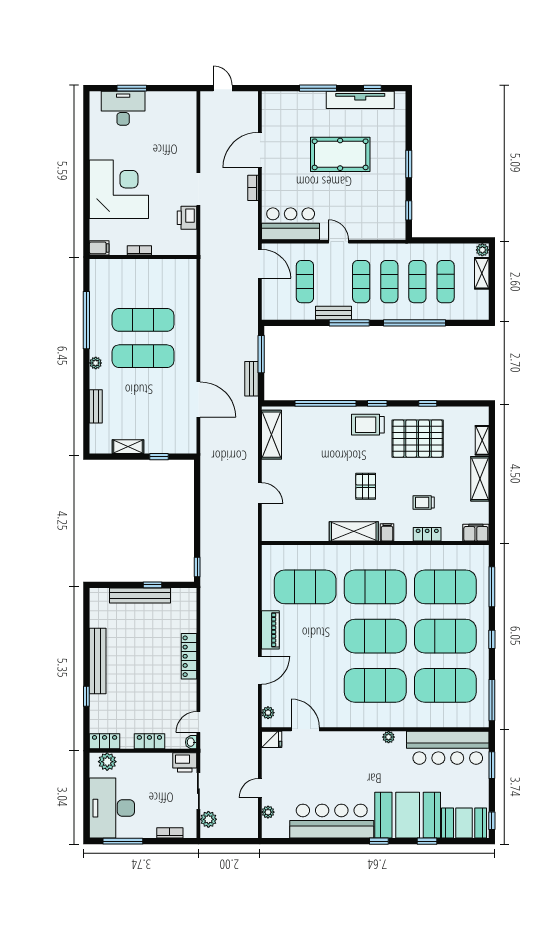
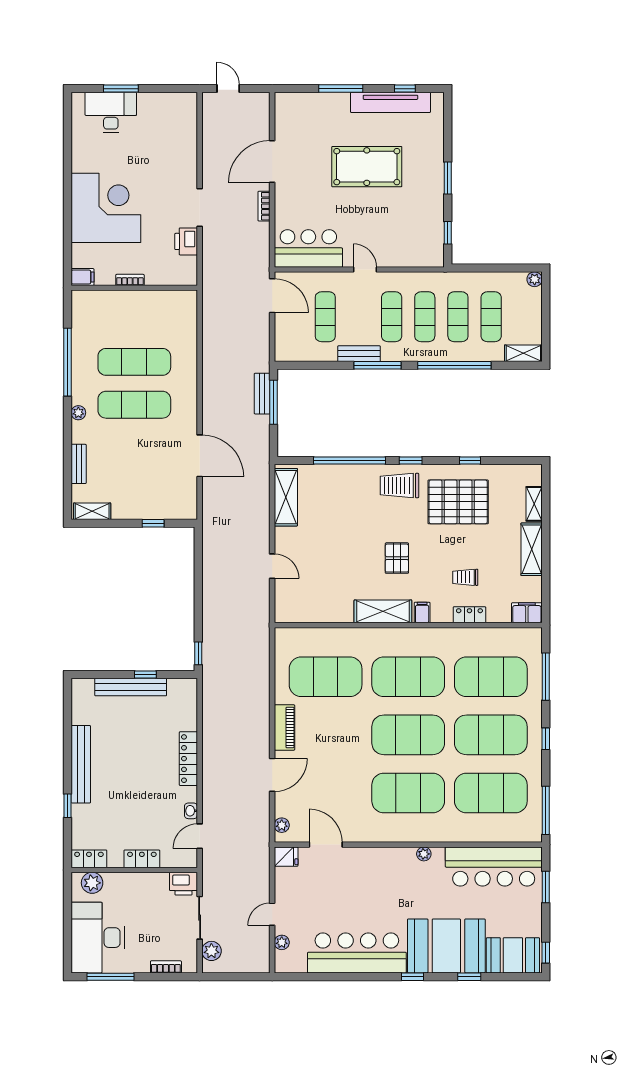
shelving: (482, 273) -> (523, 353), moved, turned 90
bench: (251, 379) -> (262, 394), moved
shelving: (128, 447) -> (92, 511), moved
washbasin: (191, 742) -> (191, 811), moved

